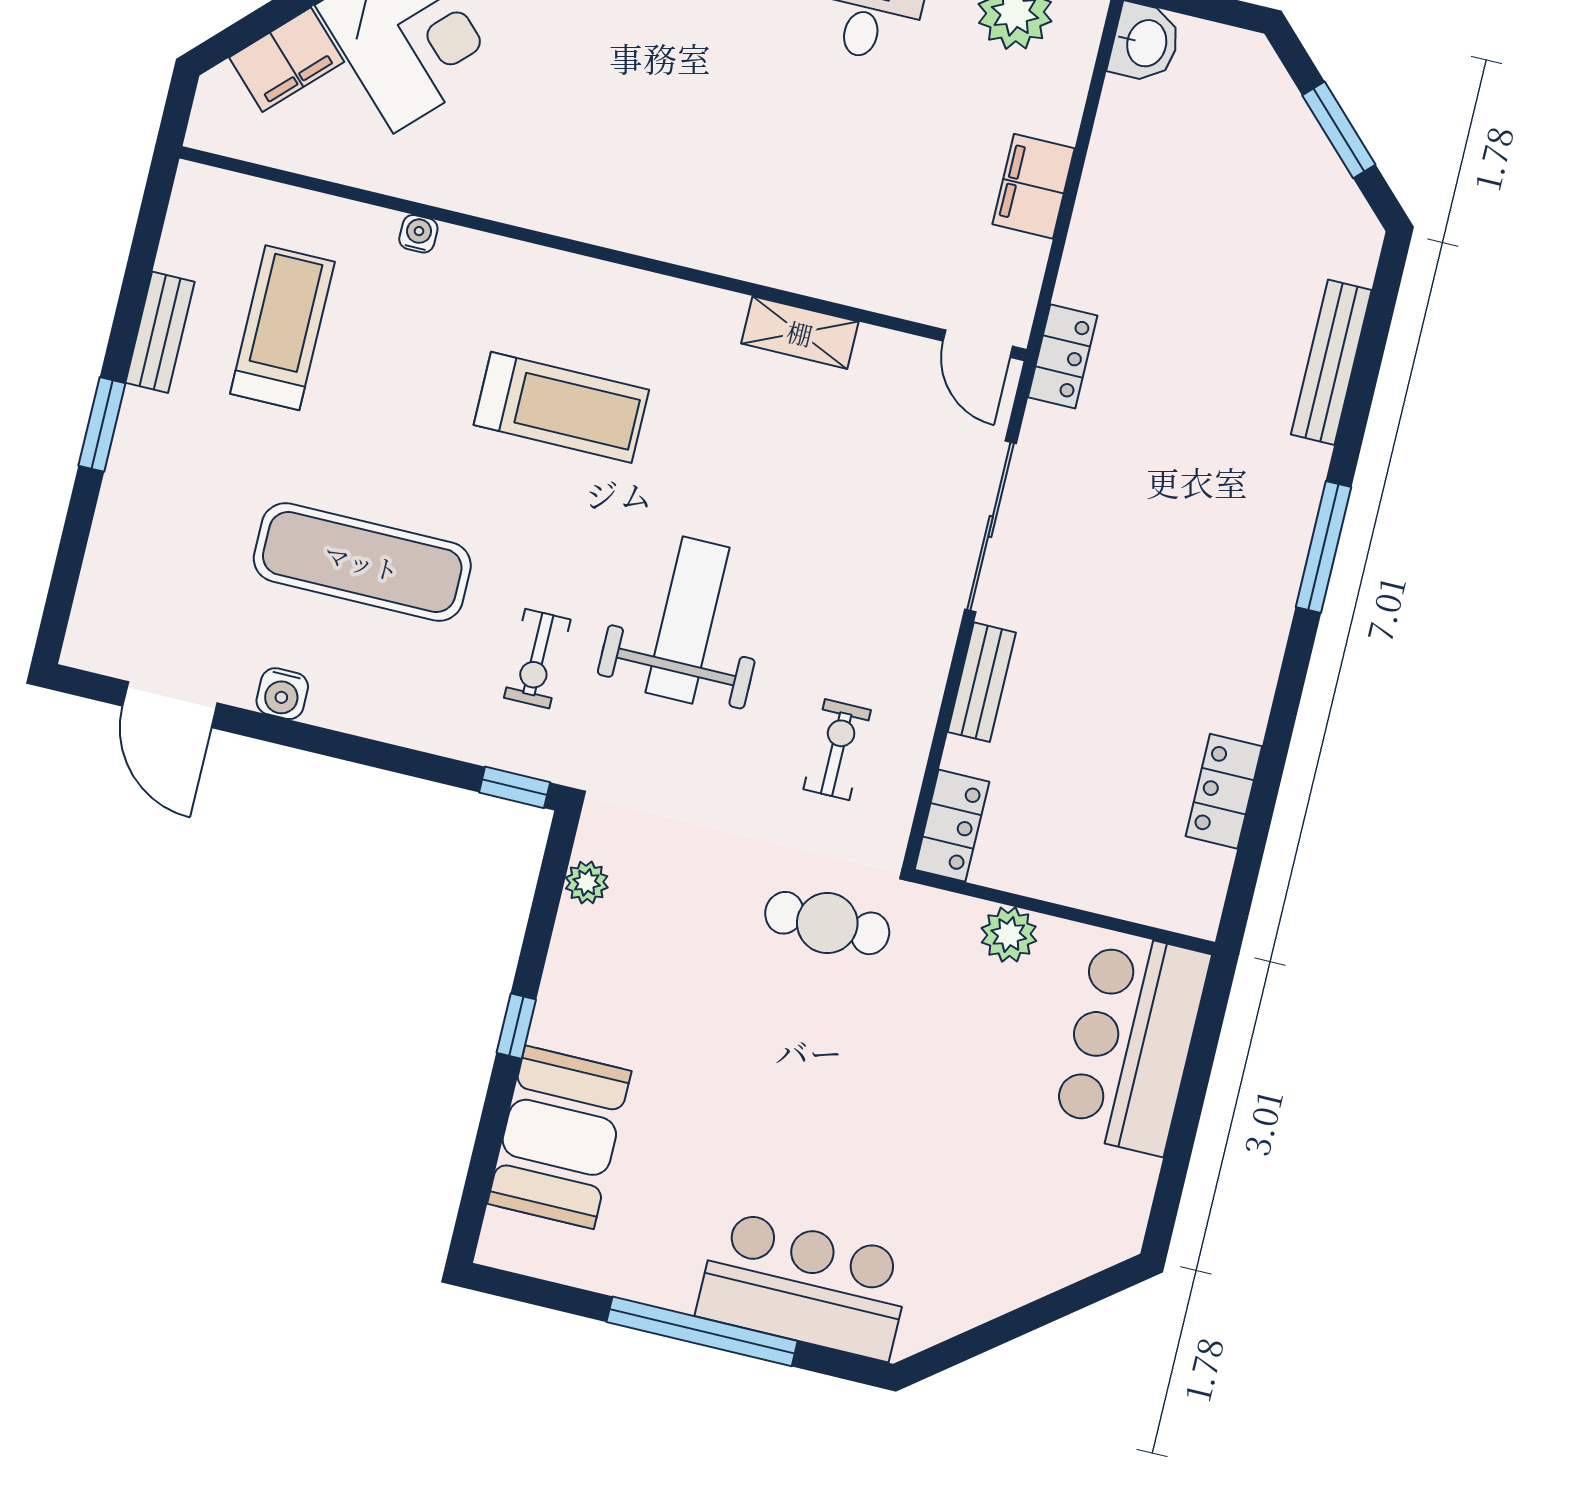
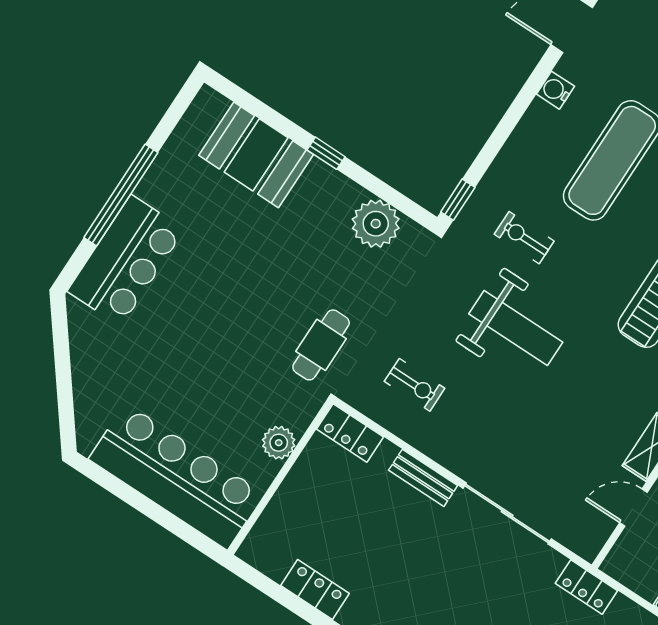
door: (978, 344) -> (634, 507), moved
plant: (587, 882) -> (376, 224), width x1.87, depth x1.87
bar counter: (1131, 1042) -> (176, 476), width x1.36

